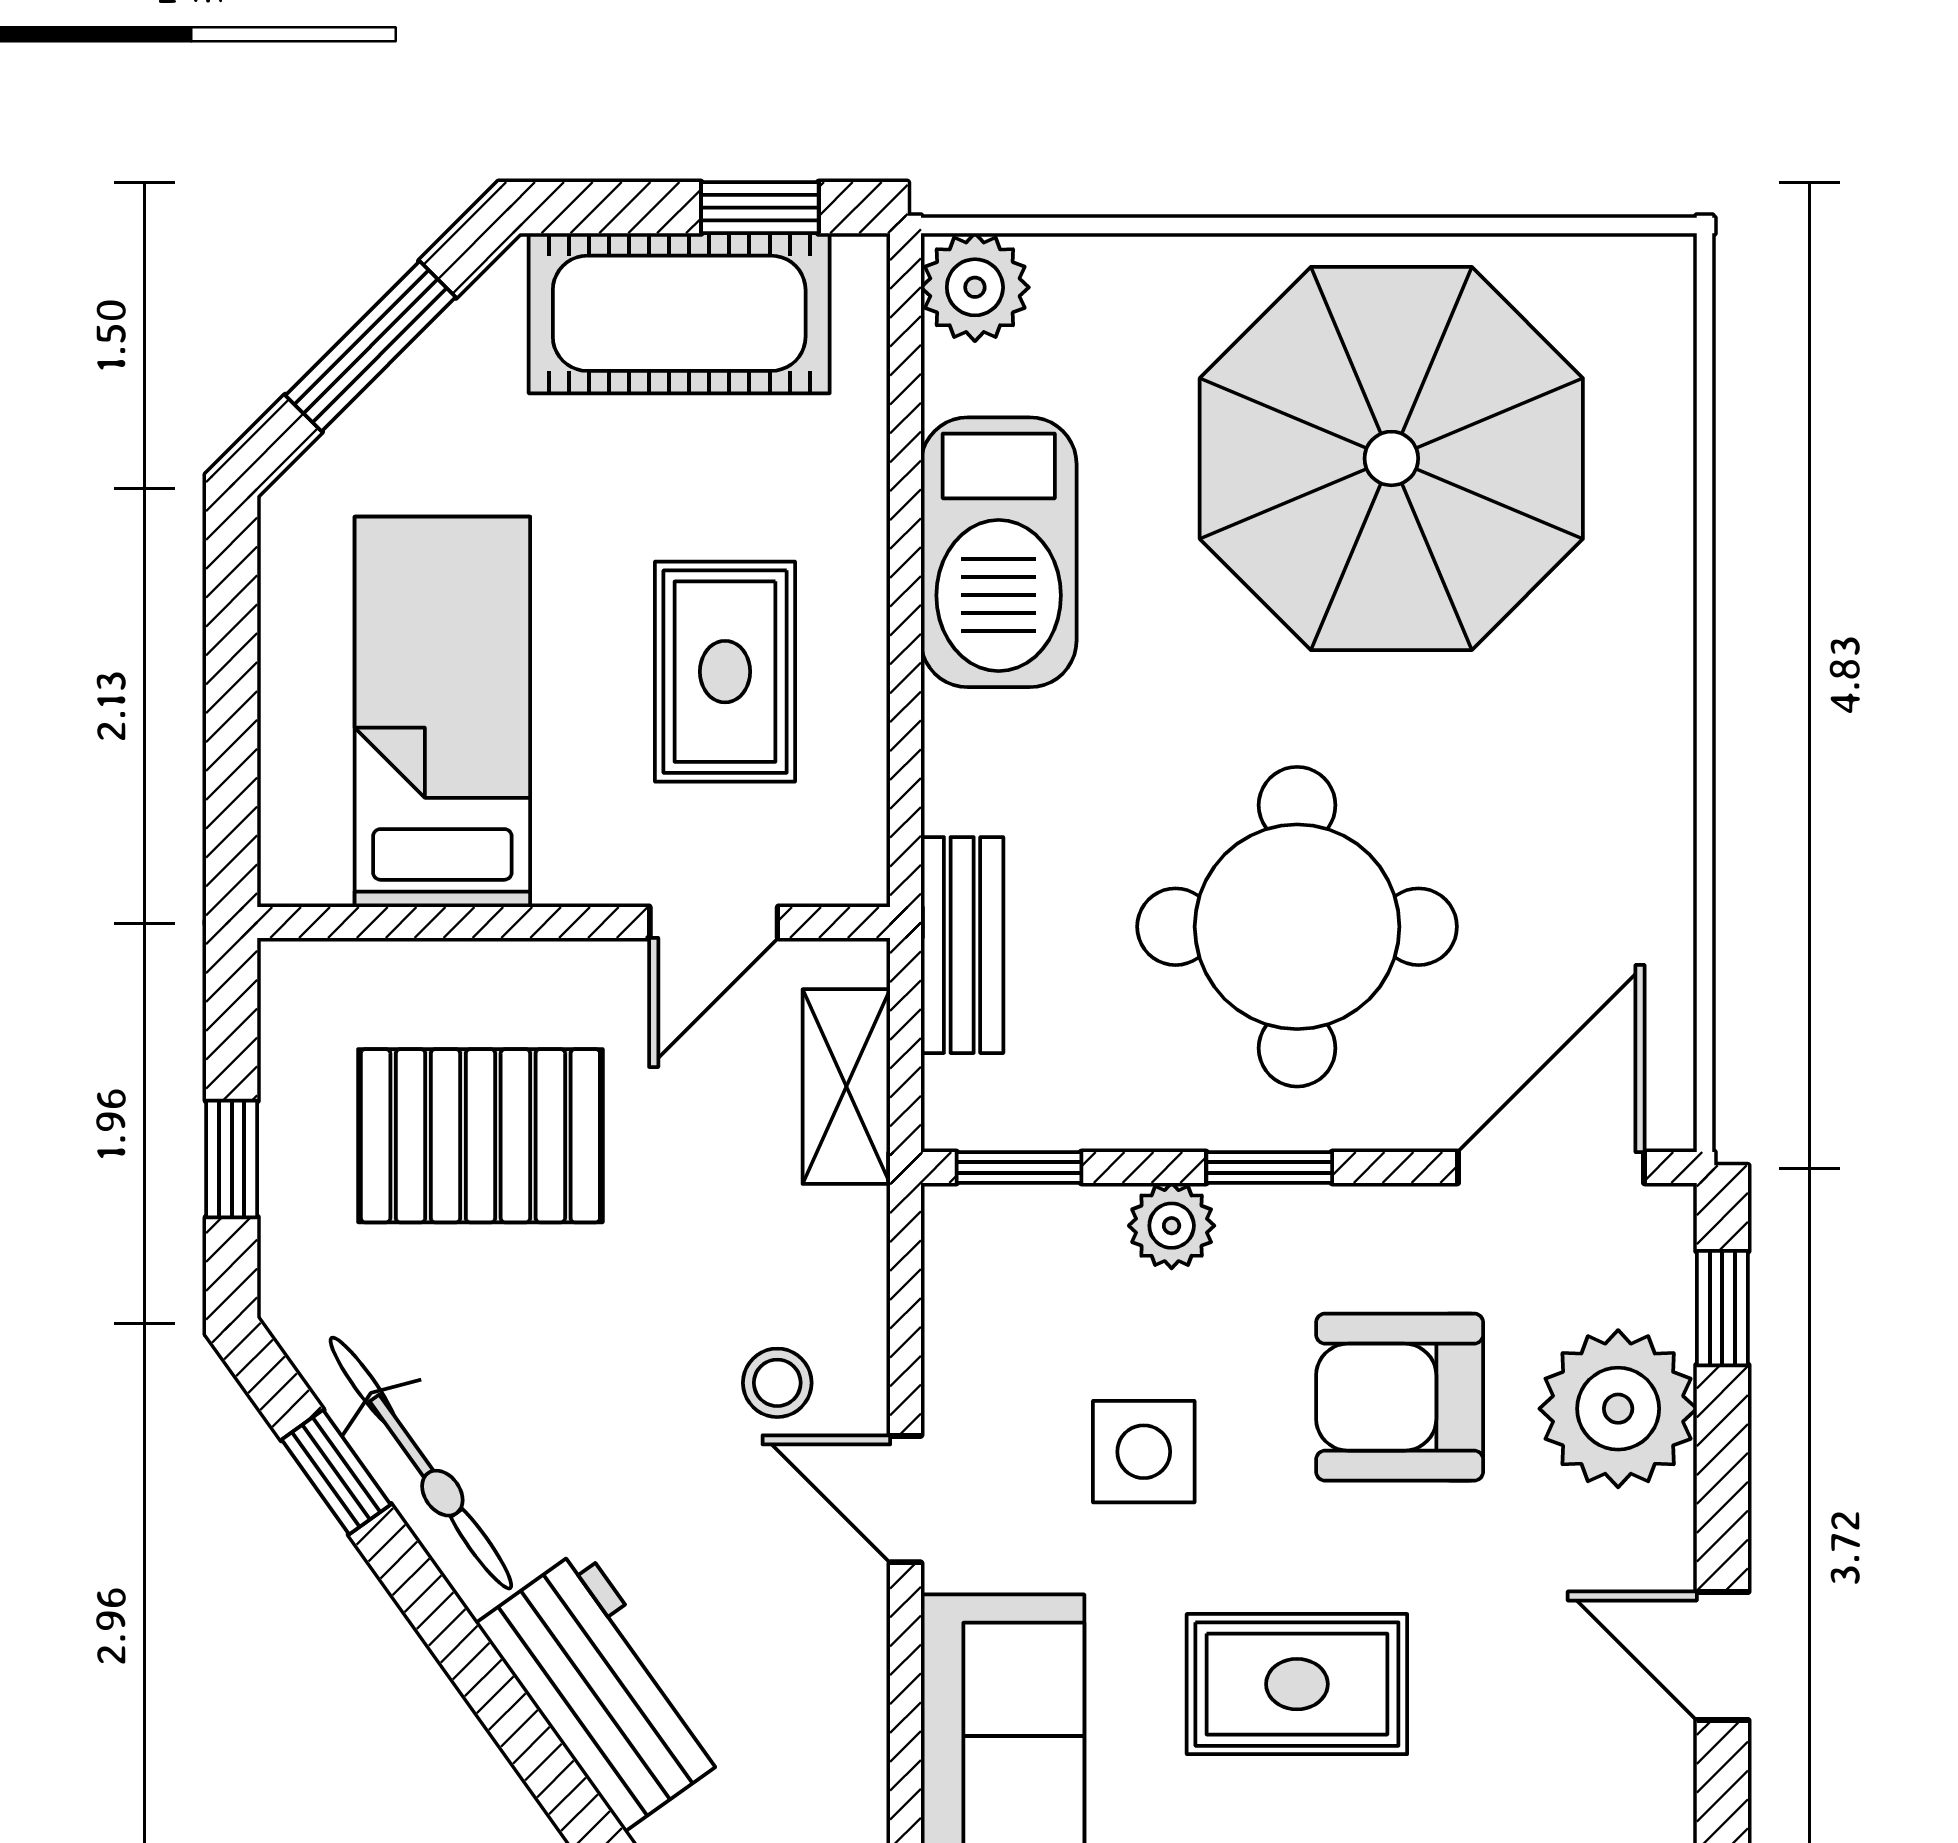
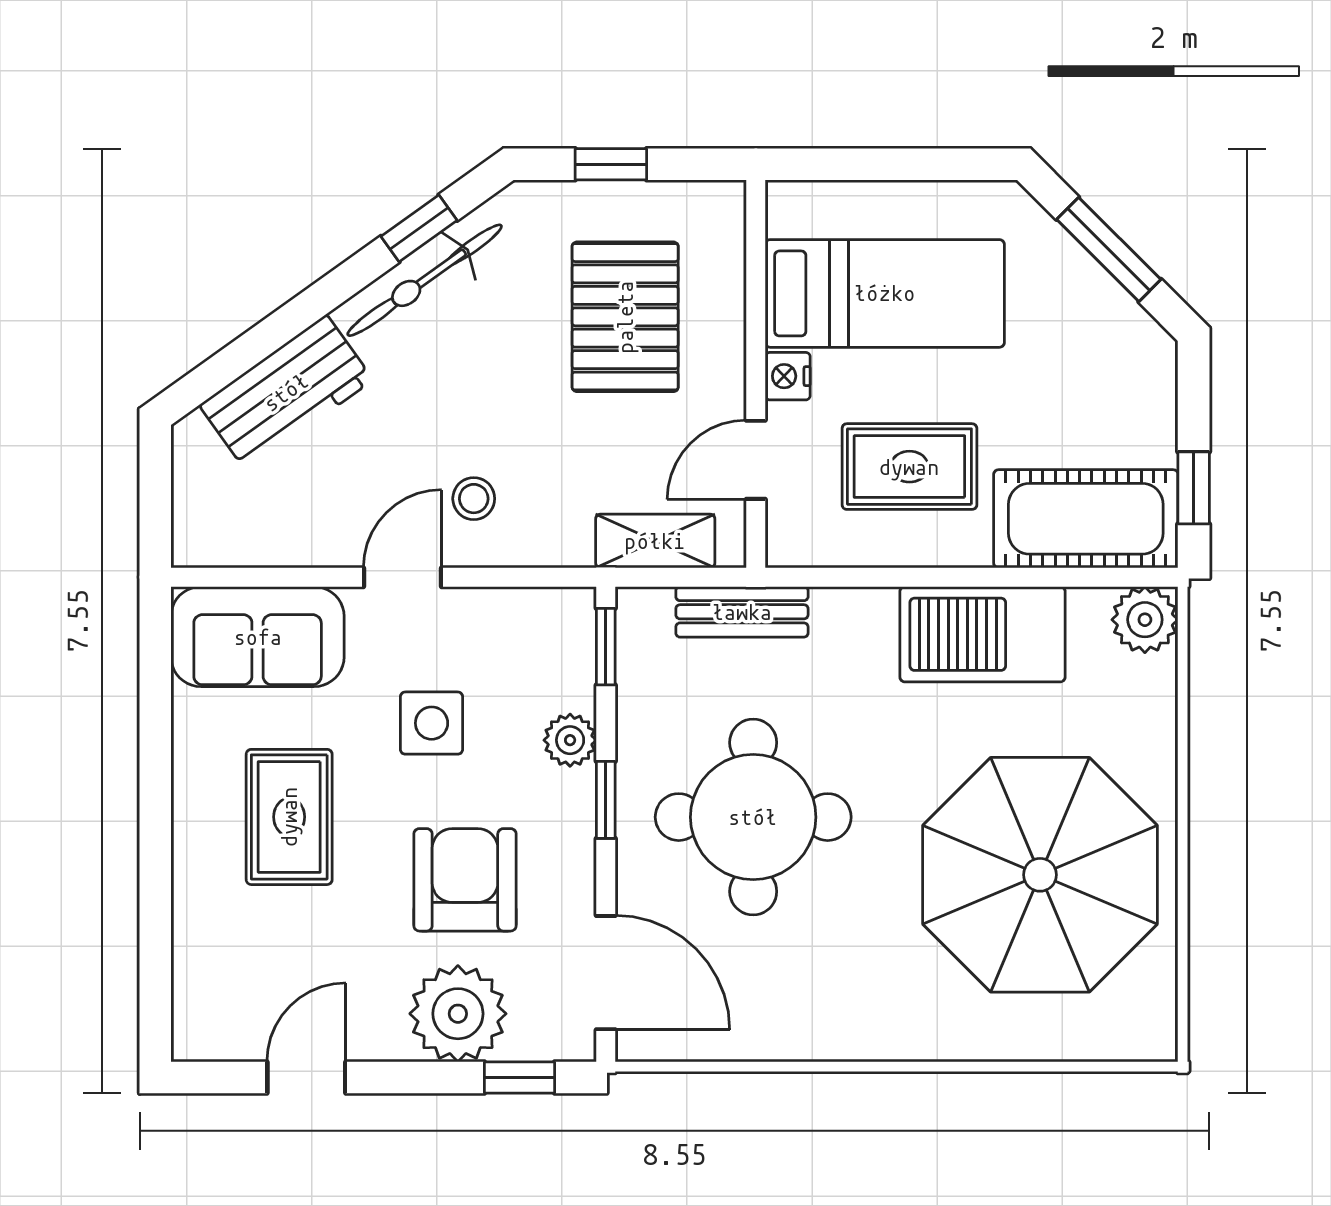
cot: (679, 313) -> (1086, 519), moved, turned 90
nightstand: (577, 870) -> (788, 376), added
door: (714, 922) -> (756, 460), hinge flipped

